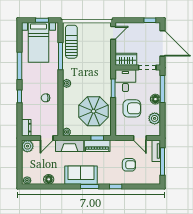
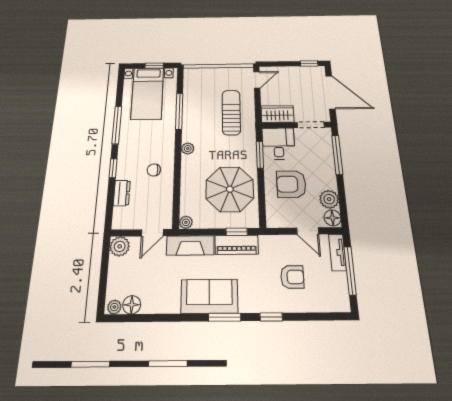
sun lounger: (71, 42) -> (231, 112), moved
floor lamp: (155, 99) -> (332, 218), moved
armchair: (132, 108) -> (291, 184), turned 180
dresser: (26, 128) -> (122, 193), moved
floor lamp: (49, 179) -> (132, 305), moved

